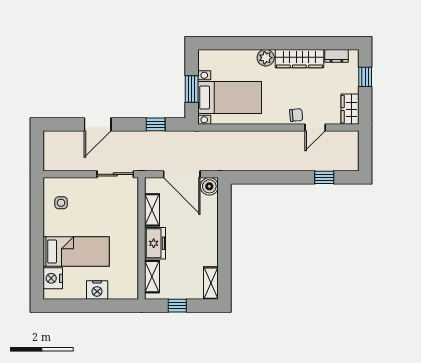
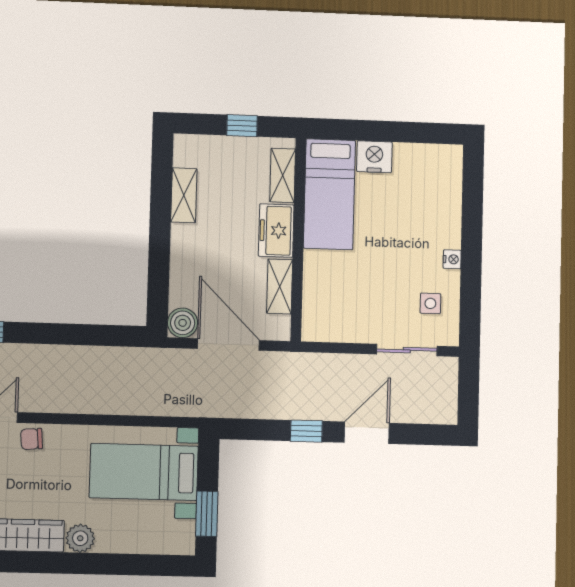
window: (192, 89) -> (207, 514), moved
window: (156, 124) -> (306, 431), moved
sliding door: (115, 174) -> (407, 350), moved
bed: (76, 251) -> (329, 194), moved, turned -90
nightstand: (53, 278) -> (452, 259), moved, width x0.53, depth x0.56
shelving: (211, 283) -> (184, 195), moved

